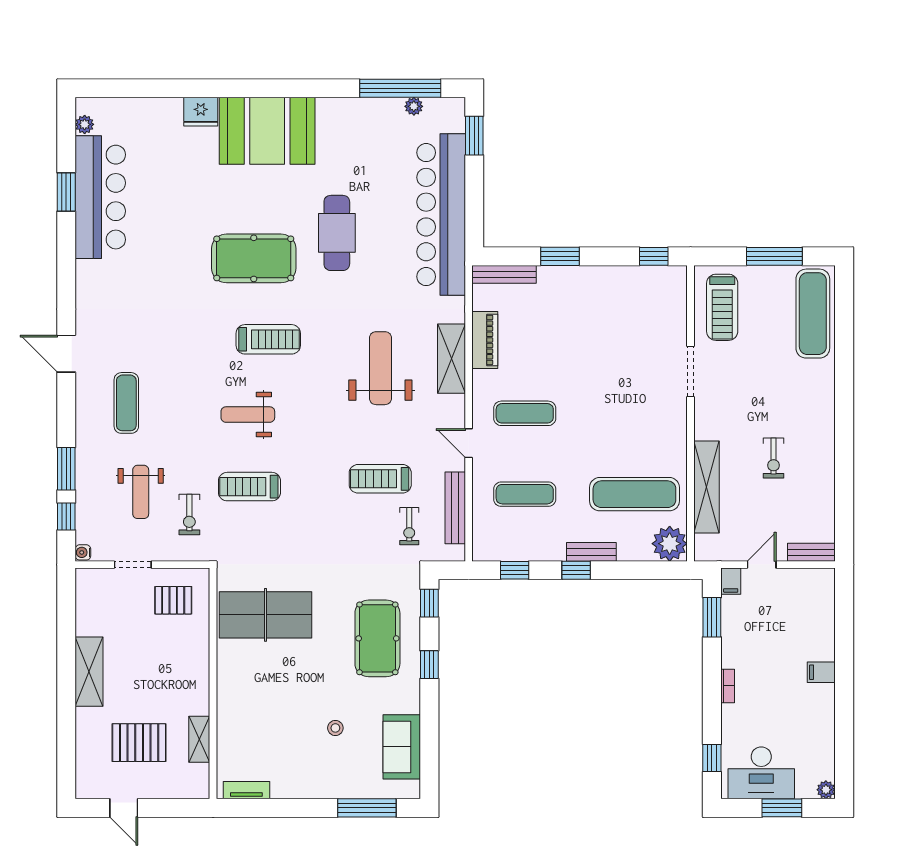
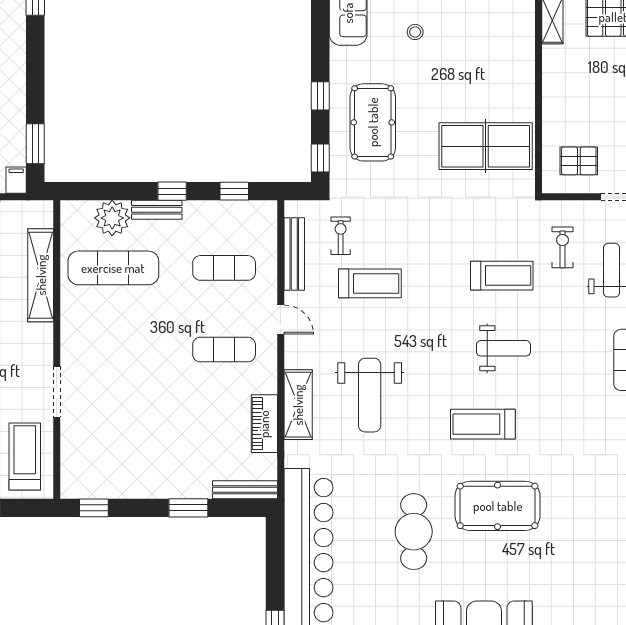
plant: (670, 544) -> (112, 218), moved
bookcase: (728, 686) -> (19, 74), removed

